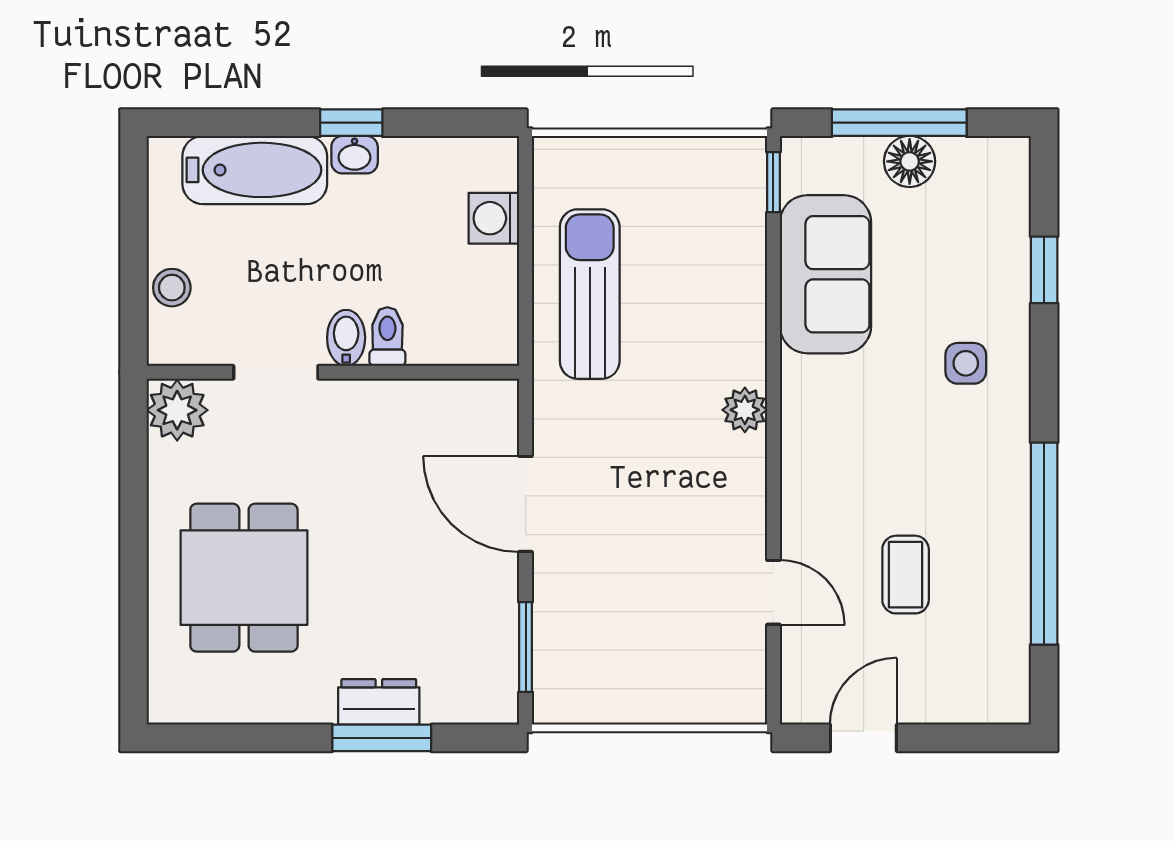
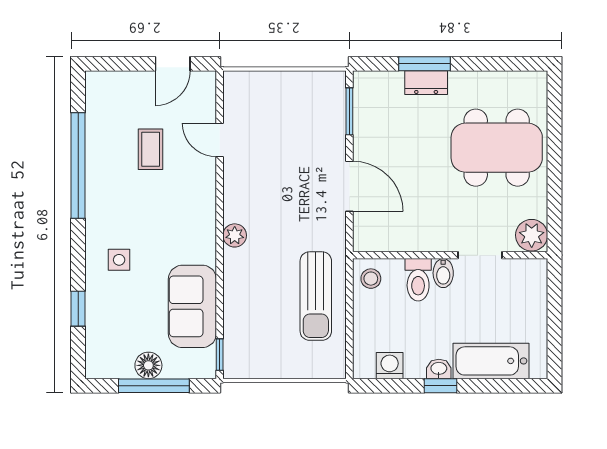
washing machine: (494, 218) -> (390, 366), moved, turned -90
stool: (172, 288) -> (371, 279), moved
toilet: (387, 337) -> (418, 280), width x1.37, depth x1.39
dining table: (244, 578) -> (497, 148), width x1.38

